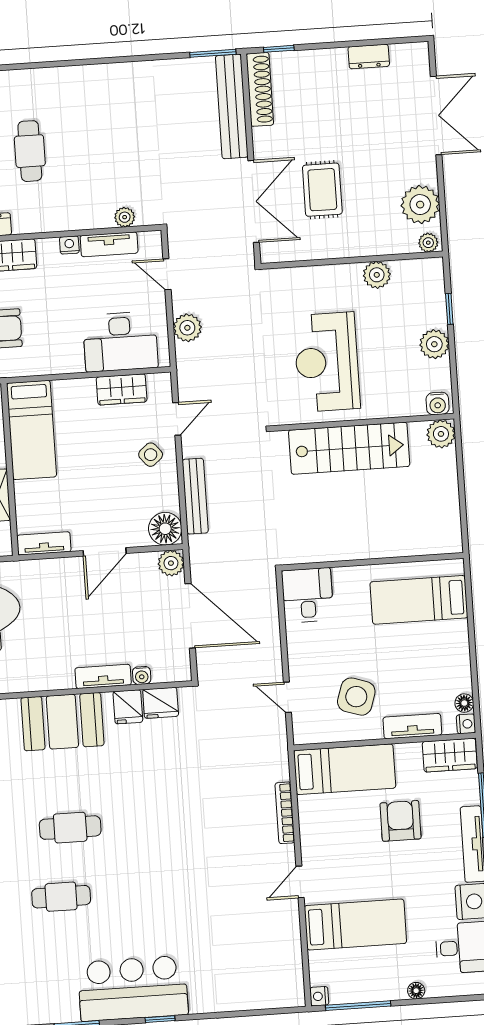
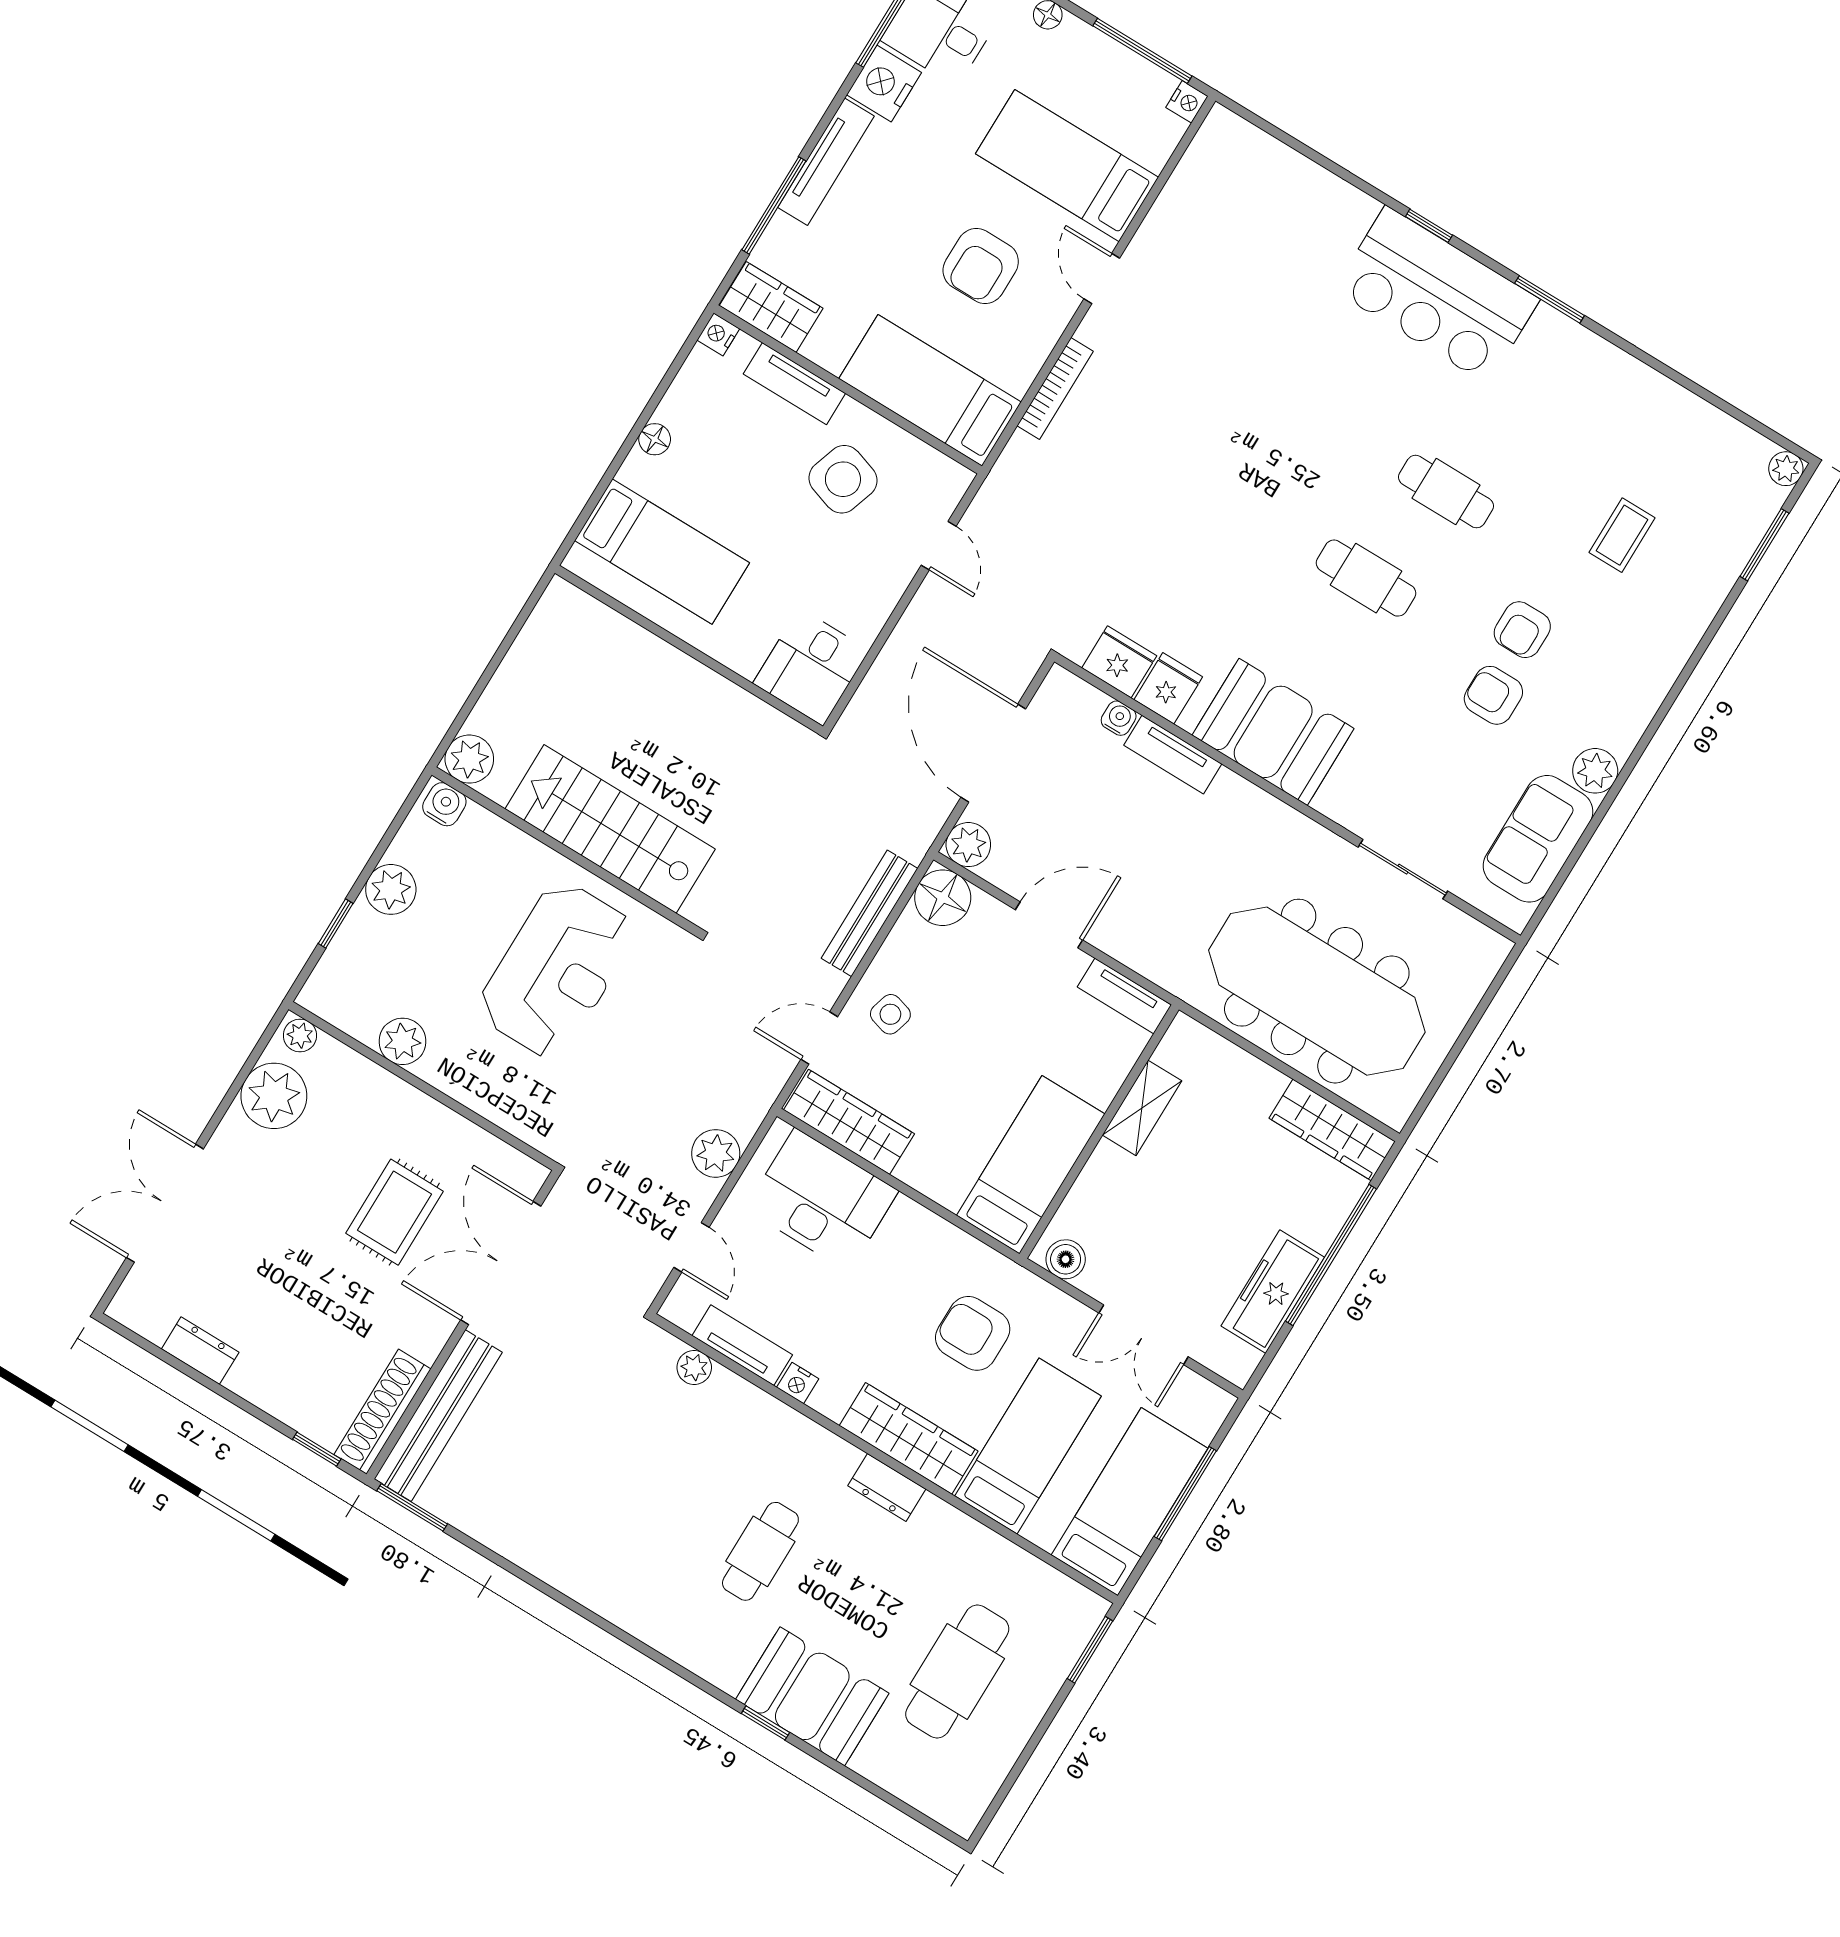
wardrobe: (122, 389) -> (849, 1122), width x1.50
side table: (151, 455) -> (890, 1014), turned -34
floor lamp: (464, 703) -> (655, 439), moved
armchair: (400, 821) -> (981, 266), moved
door: (300, 882) -> (1102, 278), swing flipped

